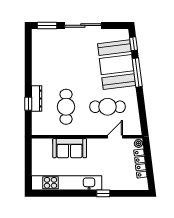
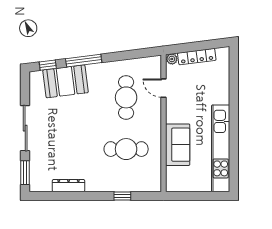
booth: (117, 65) -> (65, 81), width x0.73, depth x0.70
dresser: (37, 99) -> (69, 186), moved
window: (103, 193) -> (234, 103), removed

